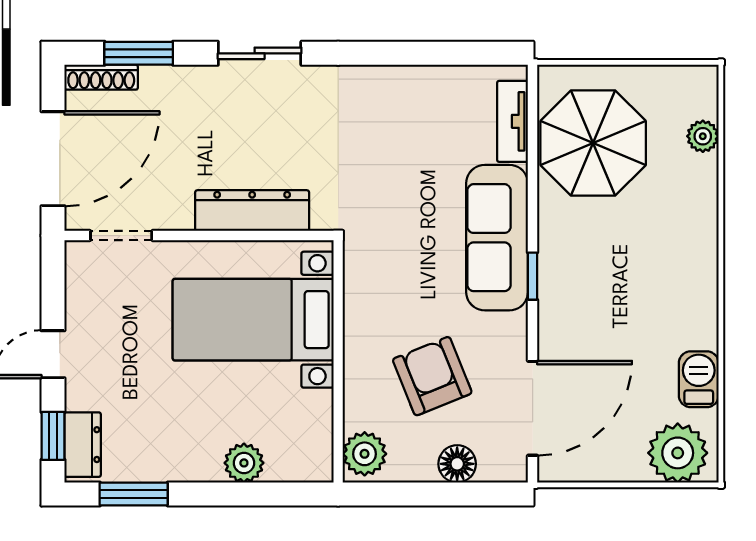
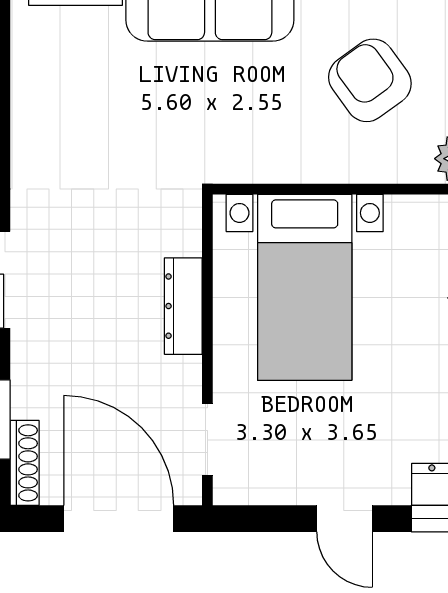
dresser: (252, 211) -> (183, 306), width x0.73, depth x0.80
armchair: (432, 376) -> (370, 80), turned 76

